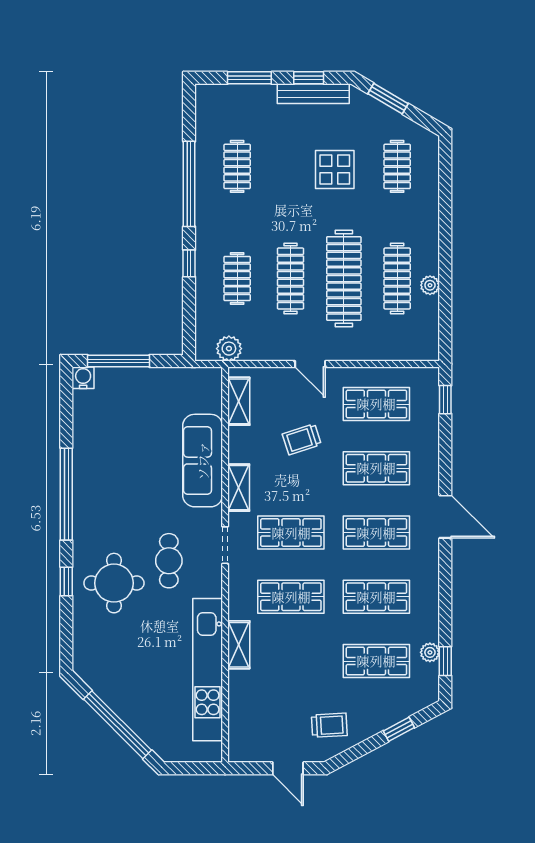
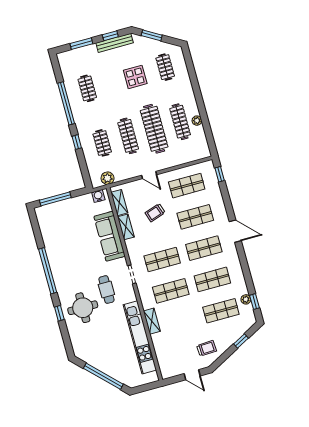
water cooler: (83, 378) -> (98, 196), moved
shelving: (239, 488) -> (126, 227), moved

